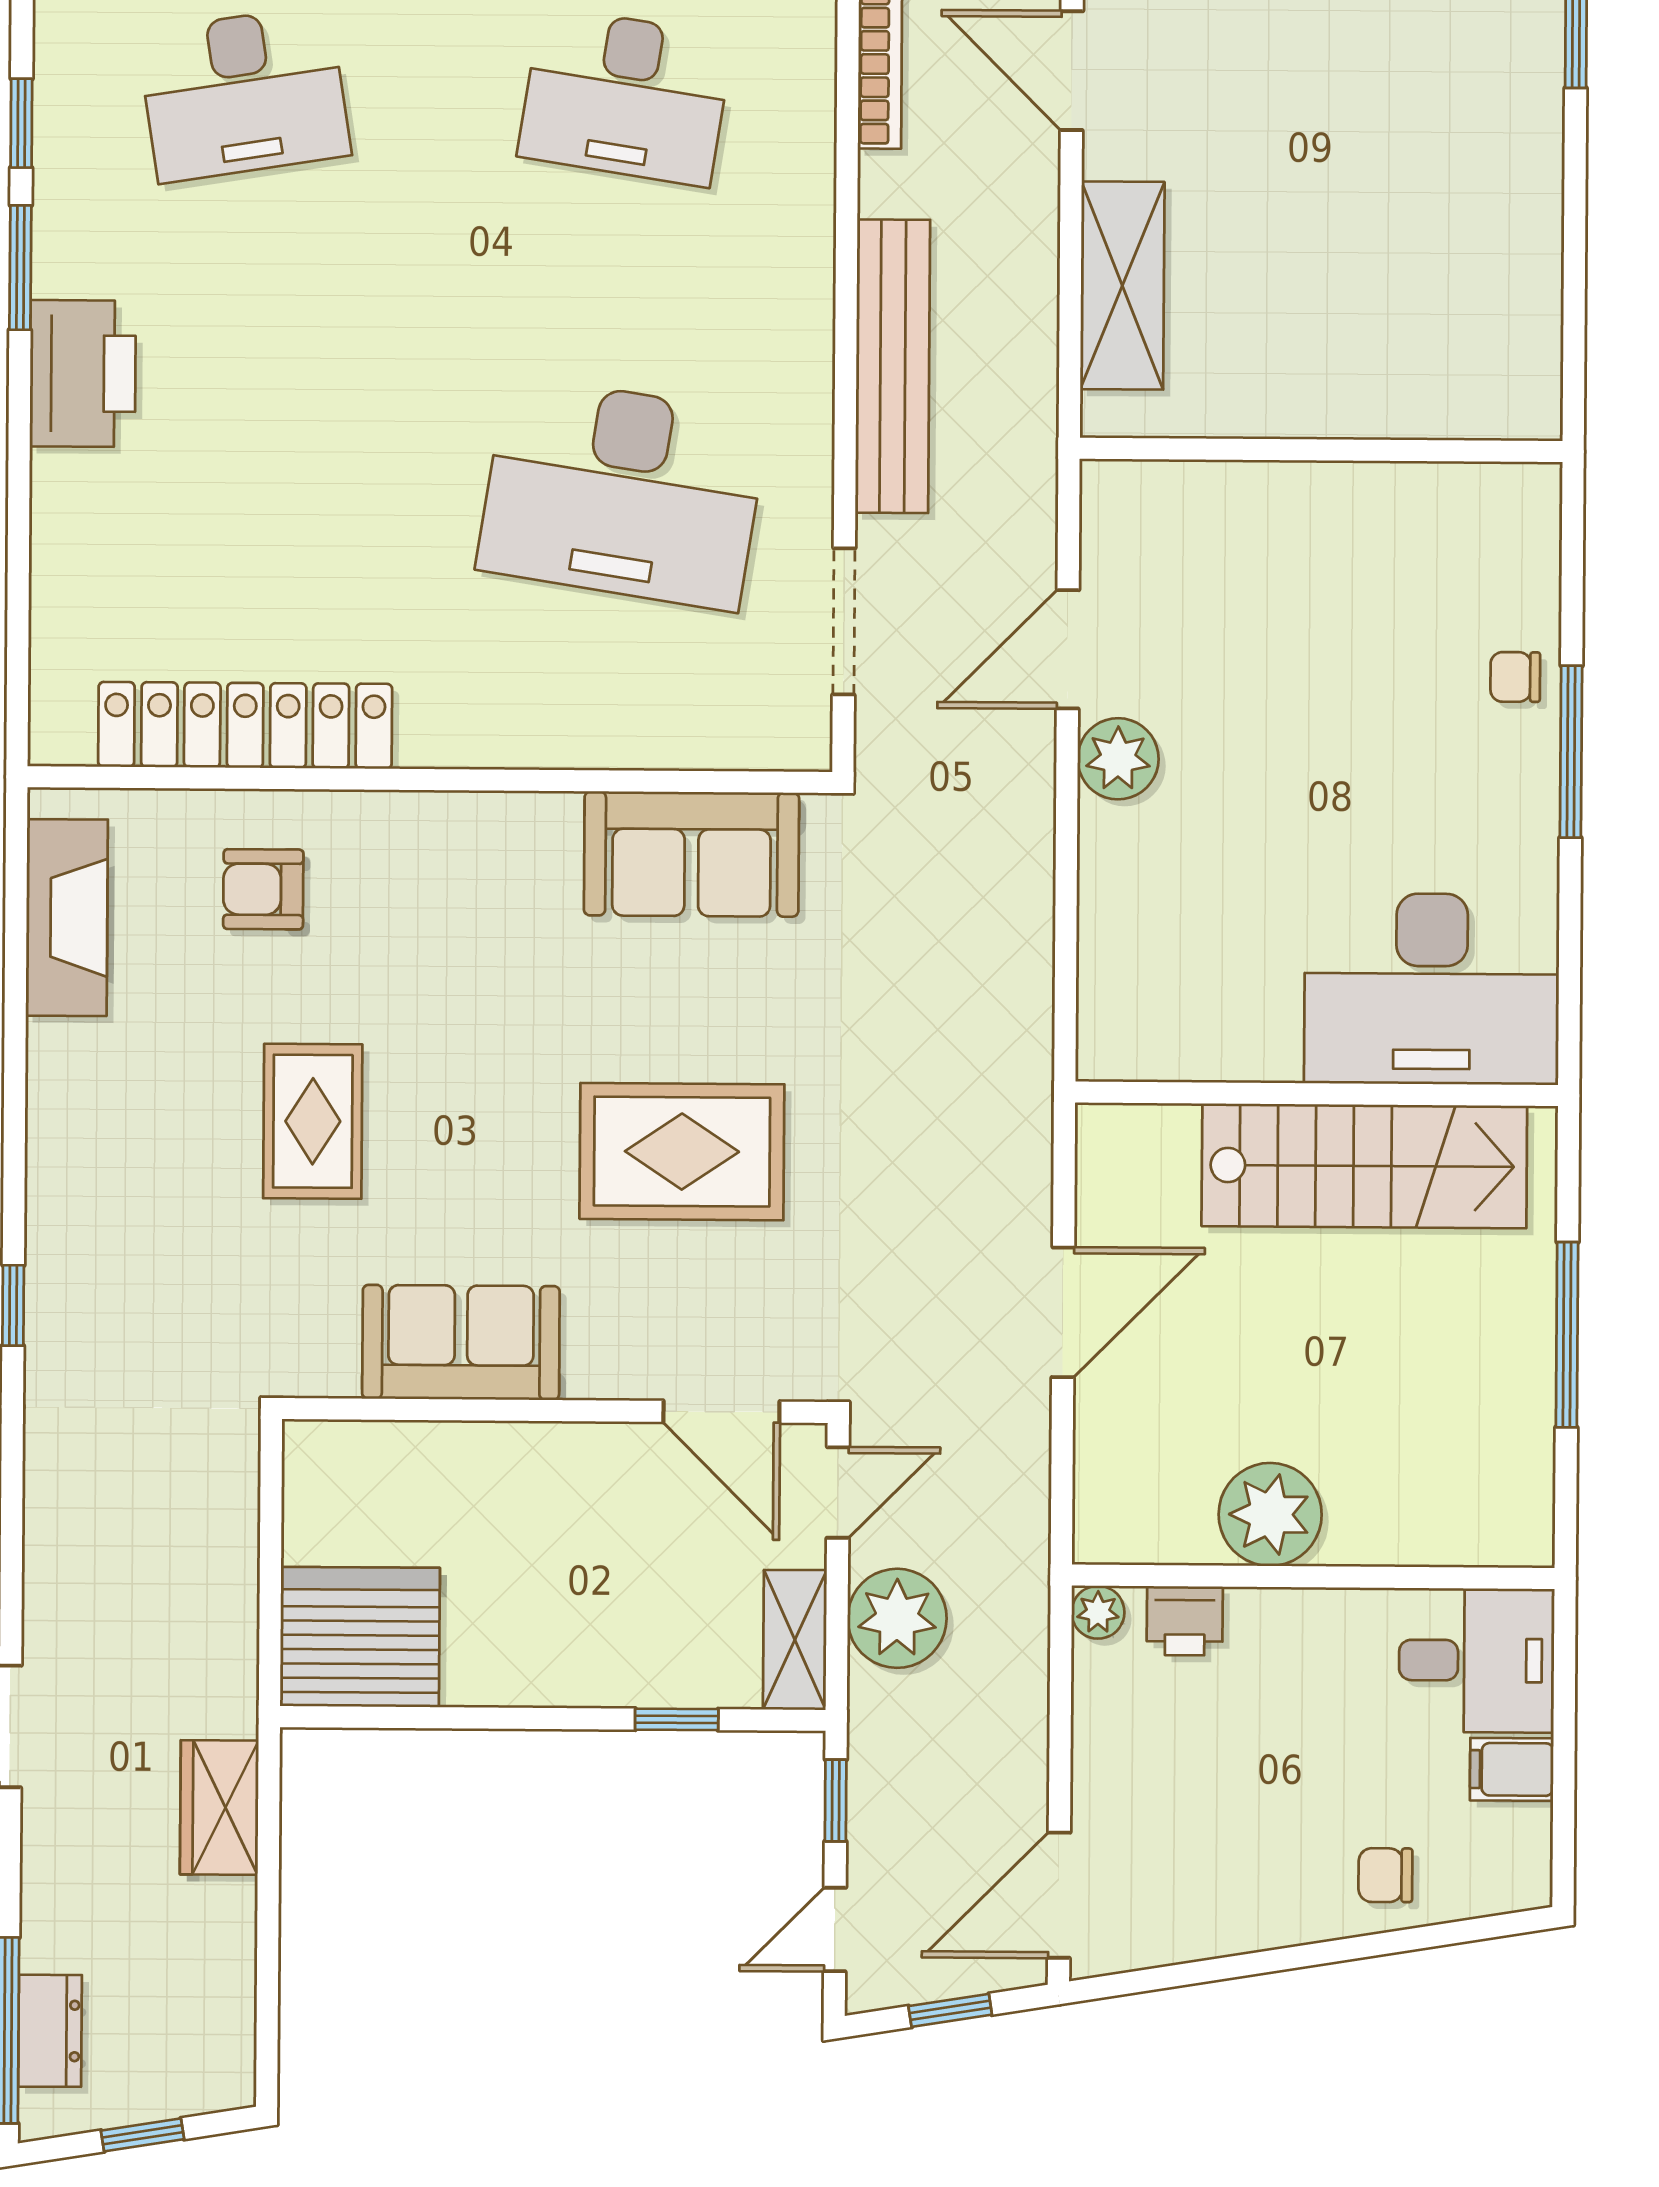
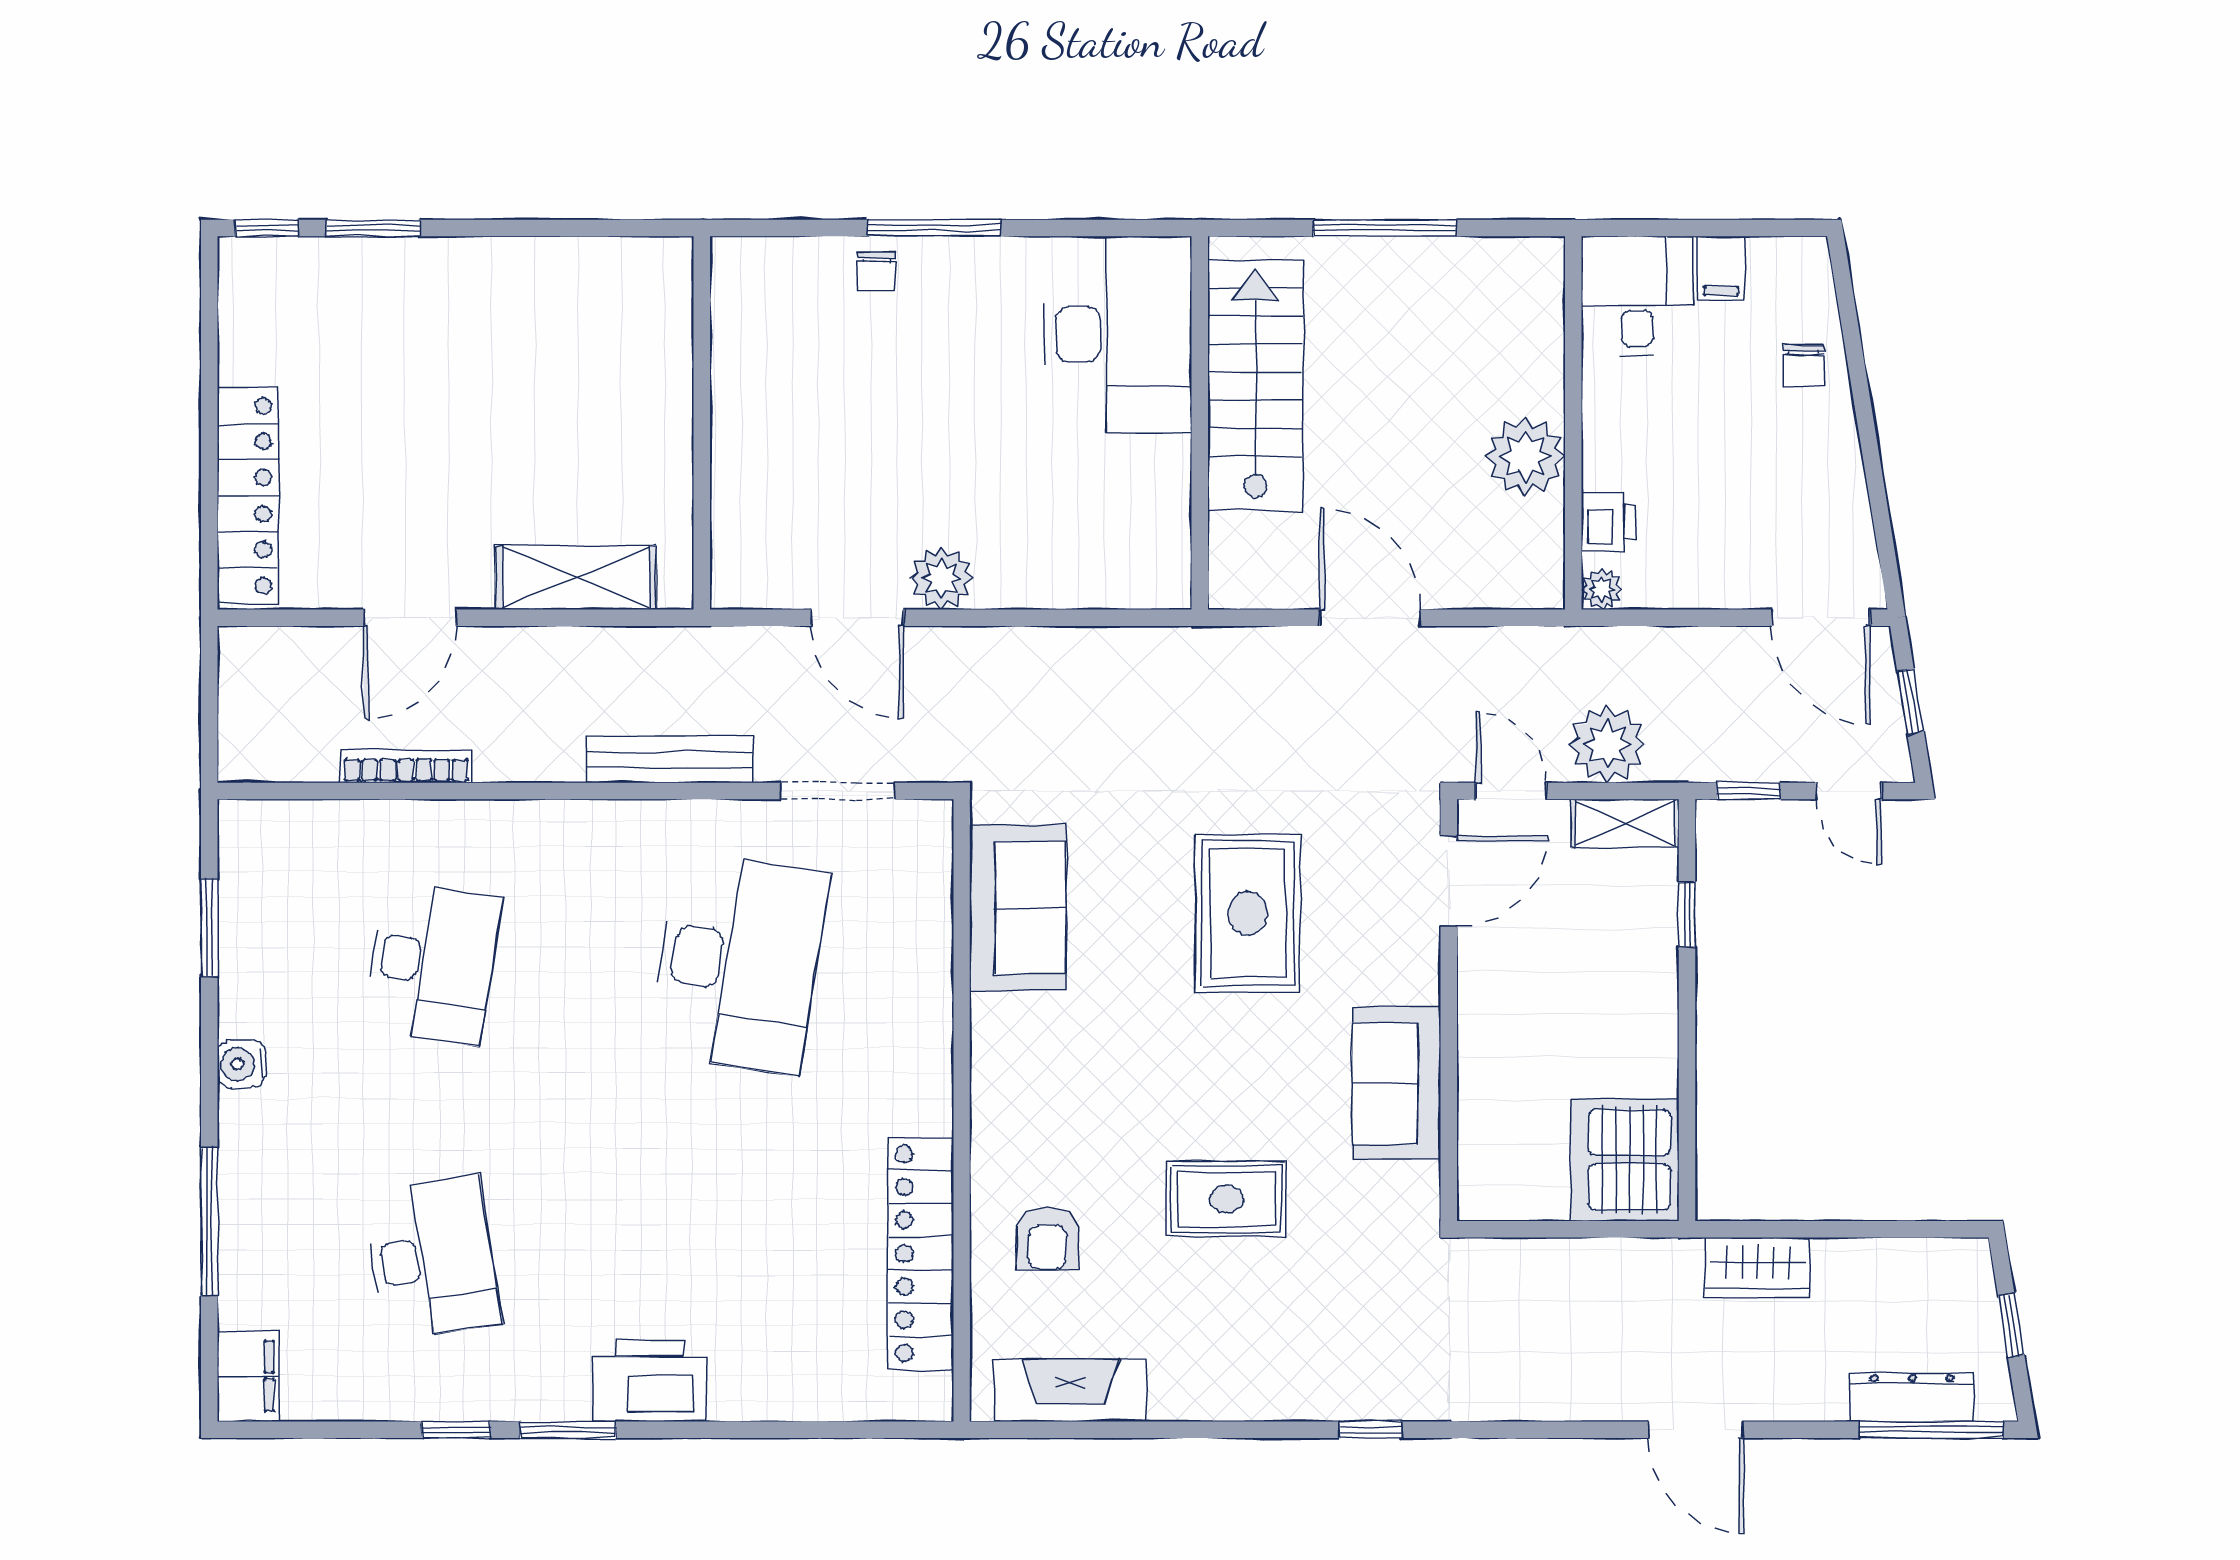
bench: (893, 366) -> (670, 760), width x0.73, depth x0.82
dresser: (50, 2031) -> (1912, 1397), width x1.44

